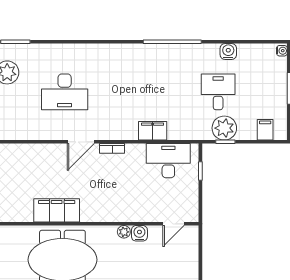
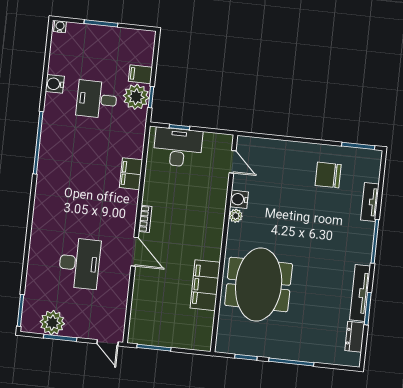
filing cabinet: (265, 130) -> (140, 74), moved
desk: (168, 161) -> (178, 147), moved, turned 90

